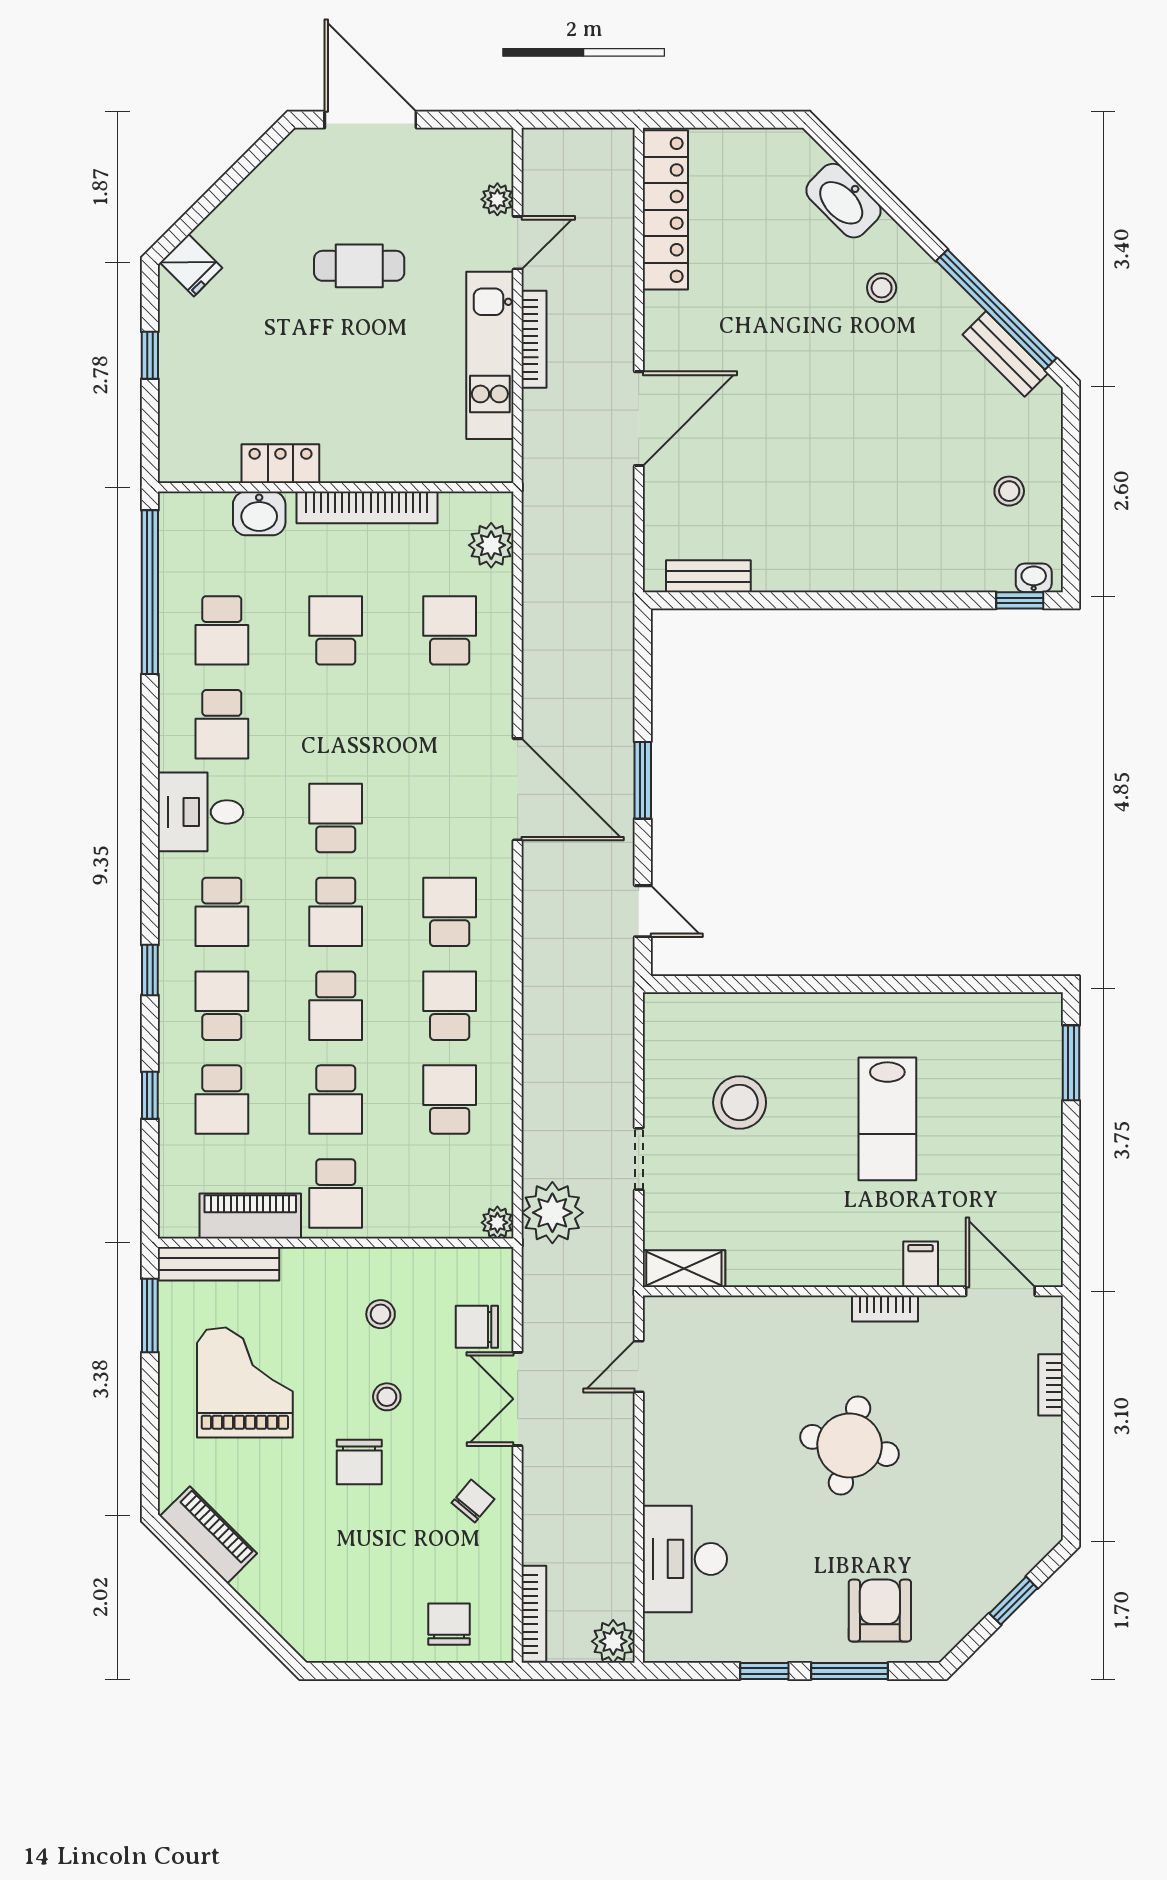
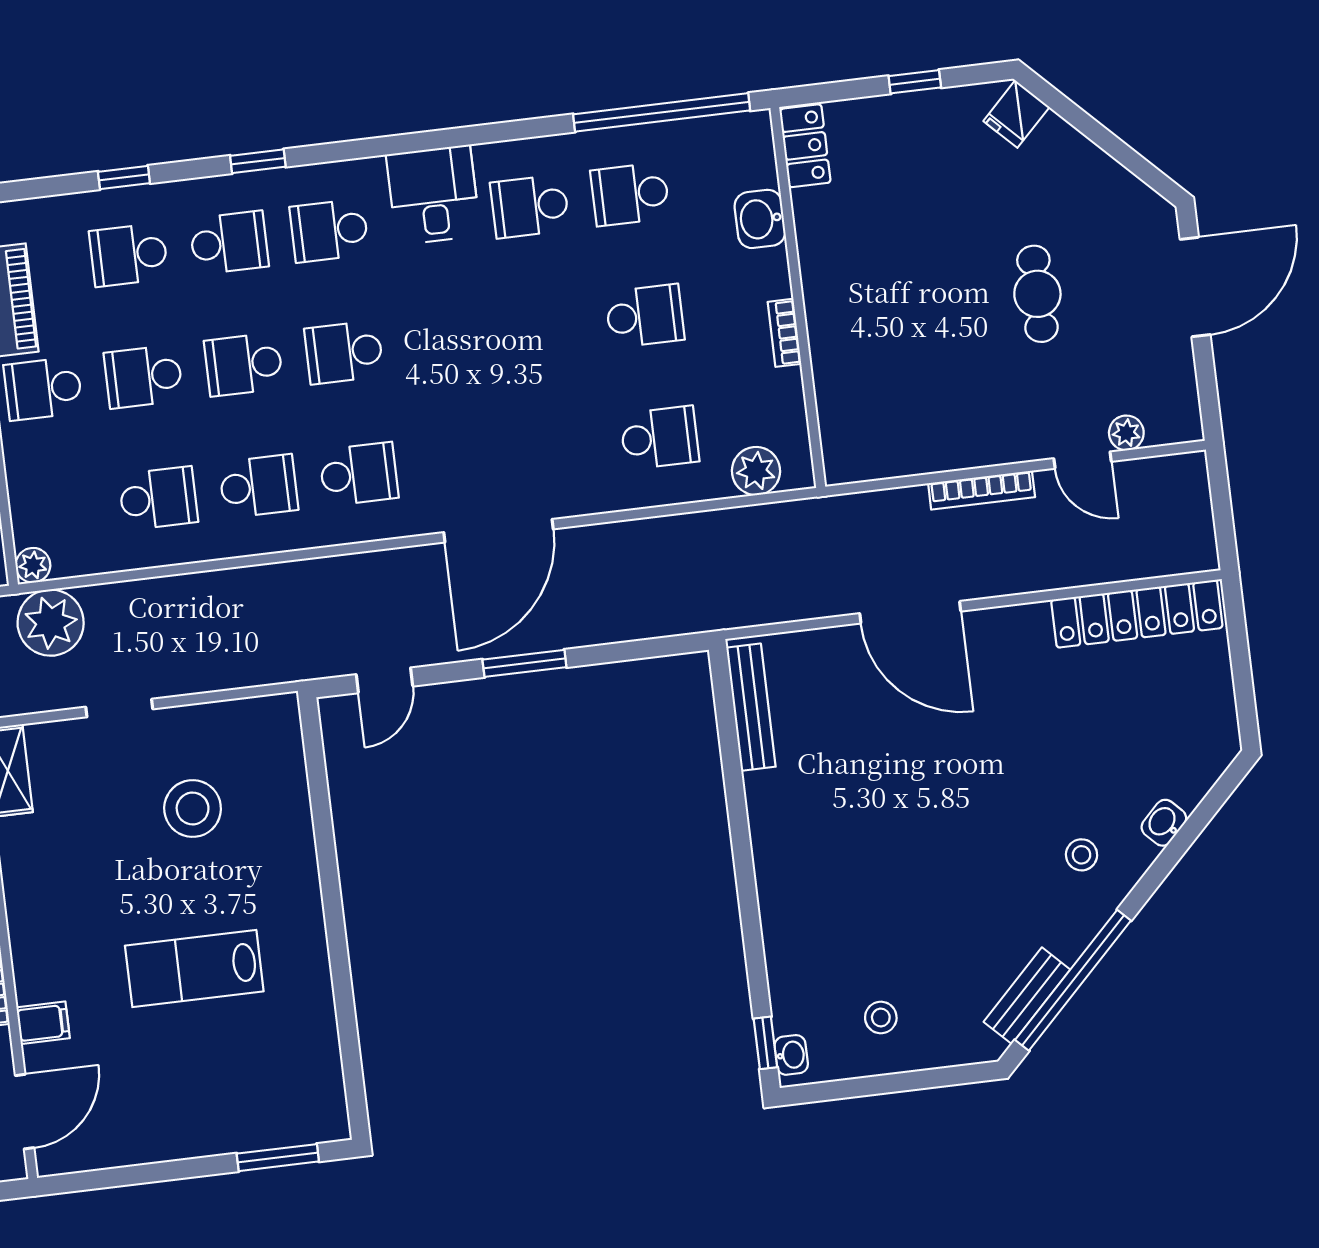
washbasin: (843, 201) -> (1164, 823), width x0.52, depth x0.69
kitchen unit: (490, 355) -> (959, 445), removed
locker: (280, 464) -> (805, 146), moved
bookcase: (367, 507) -> (784, 333), width x0.43, depth x0.76
bench: (708, 576) -> (751, 707), width x1.36
school desk: (336, 818) -> (444, 340), removed

